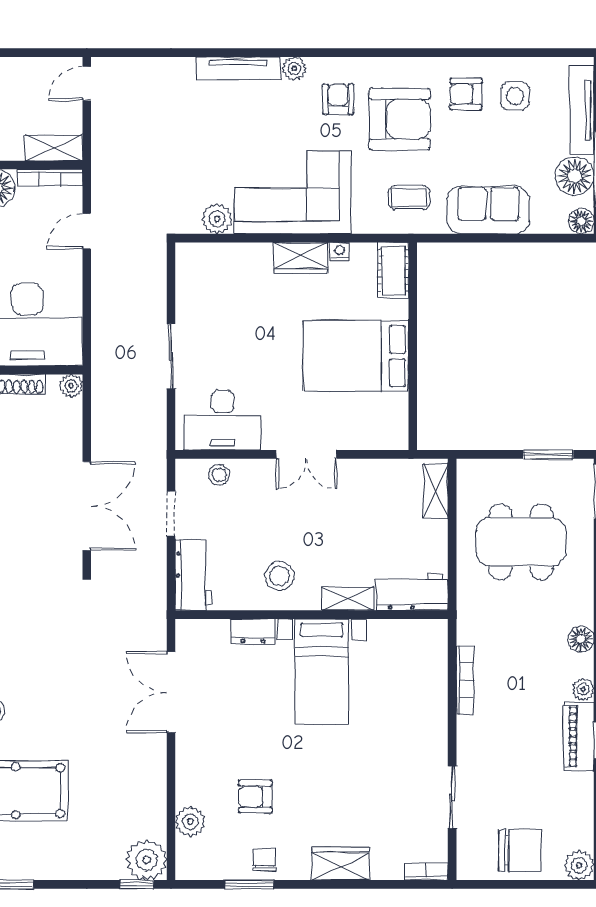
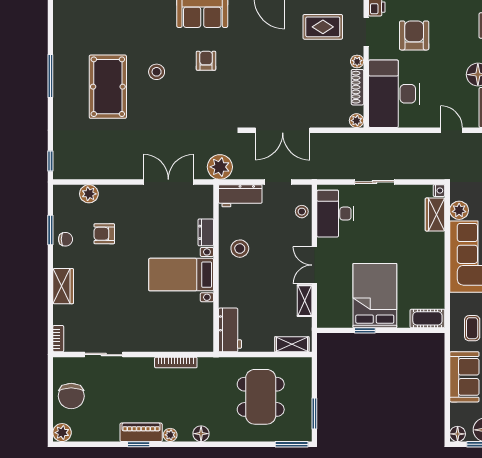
nightstand: (340, 251) -> (439, 191), moved
wardrobe: (301, 258) -> (435, 215), moved
window: (413, 372) -> (365, 330), added
shelving: (348, 599) -> (305, 301), moved
armchair: (255, 797) -> (104, 234), turned -90
plant: (147, 860) -> (220, 167), moved

